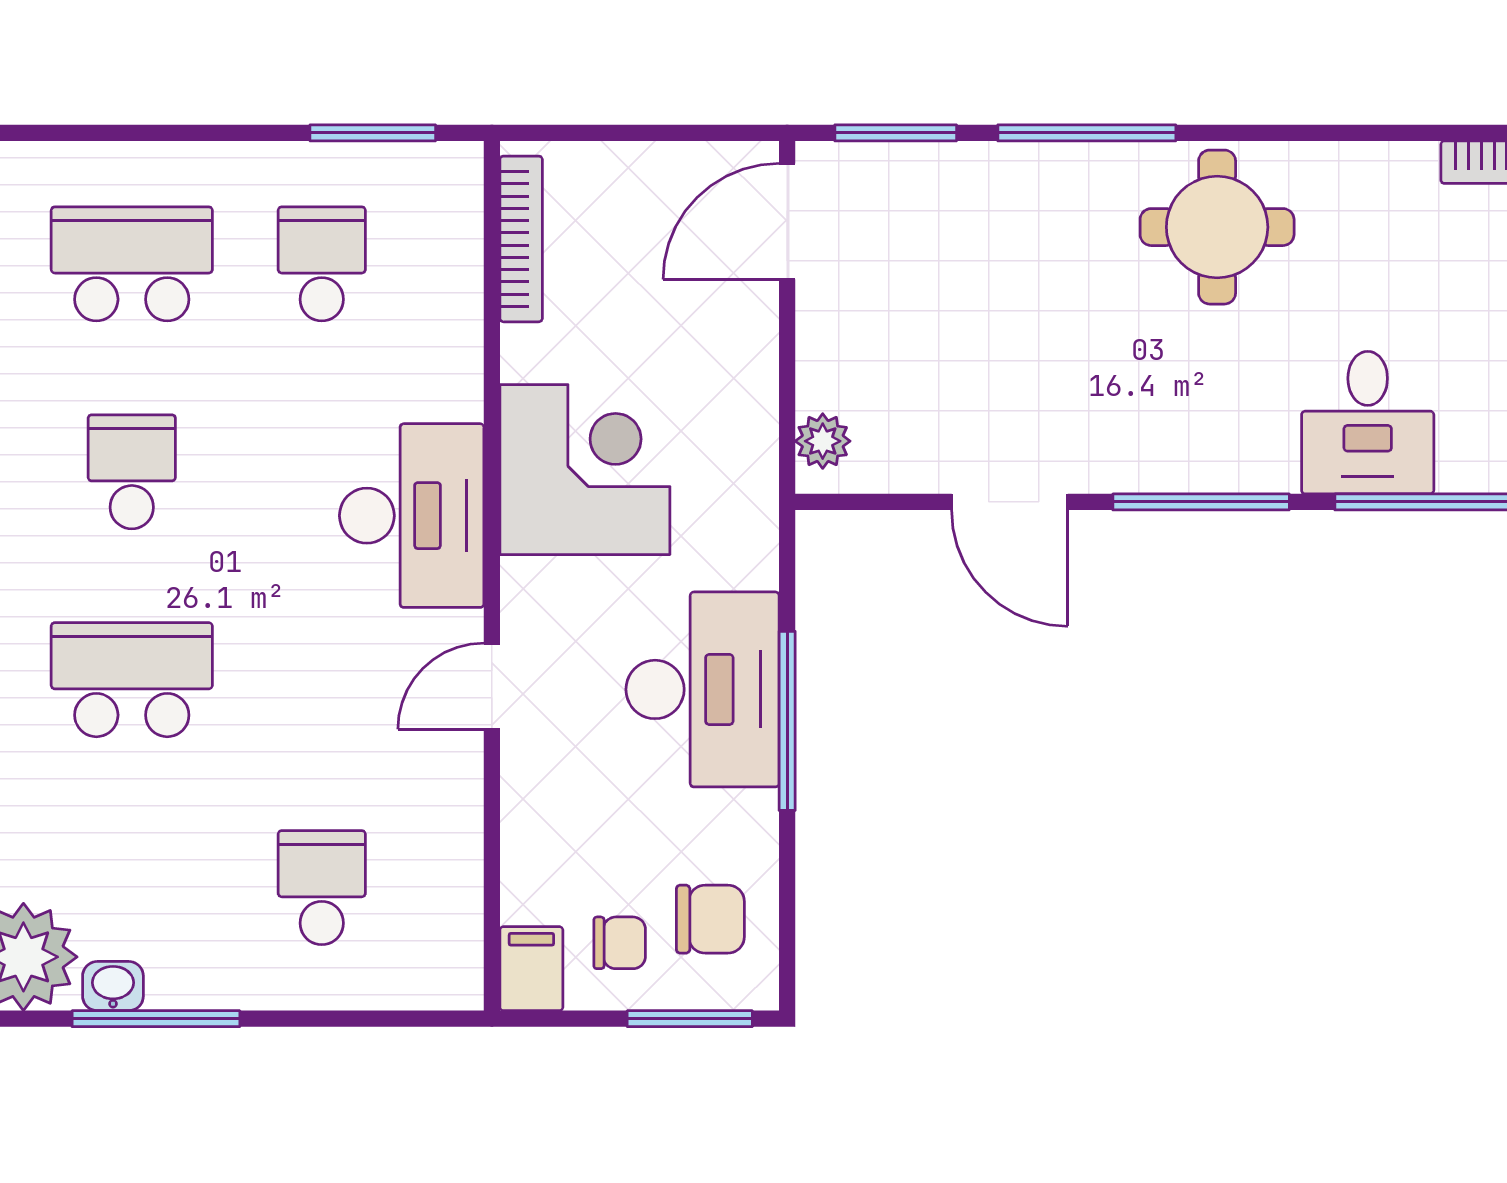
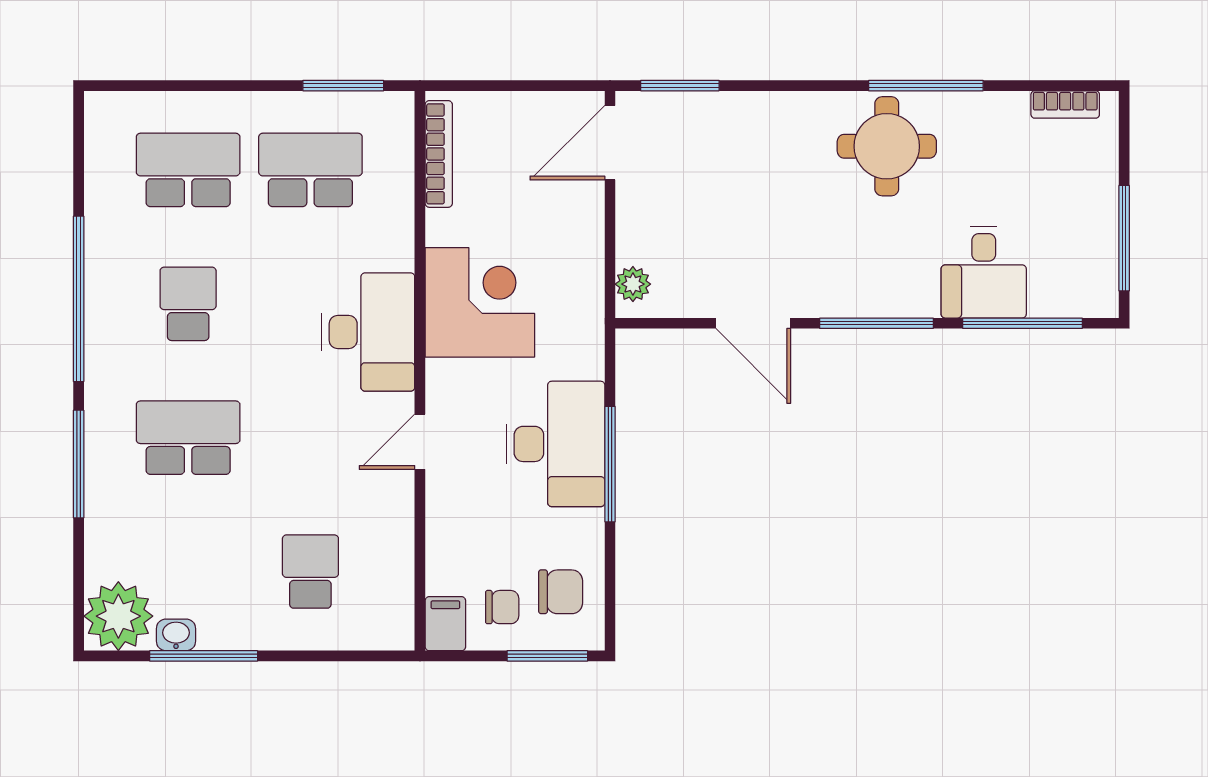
window: (1087, 133) -> (926, 86), moved
school desk: (322, 264) -> (310, 170), width x1.85

